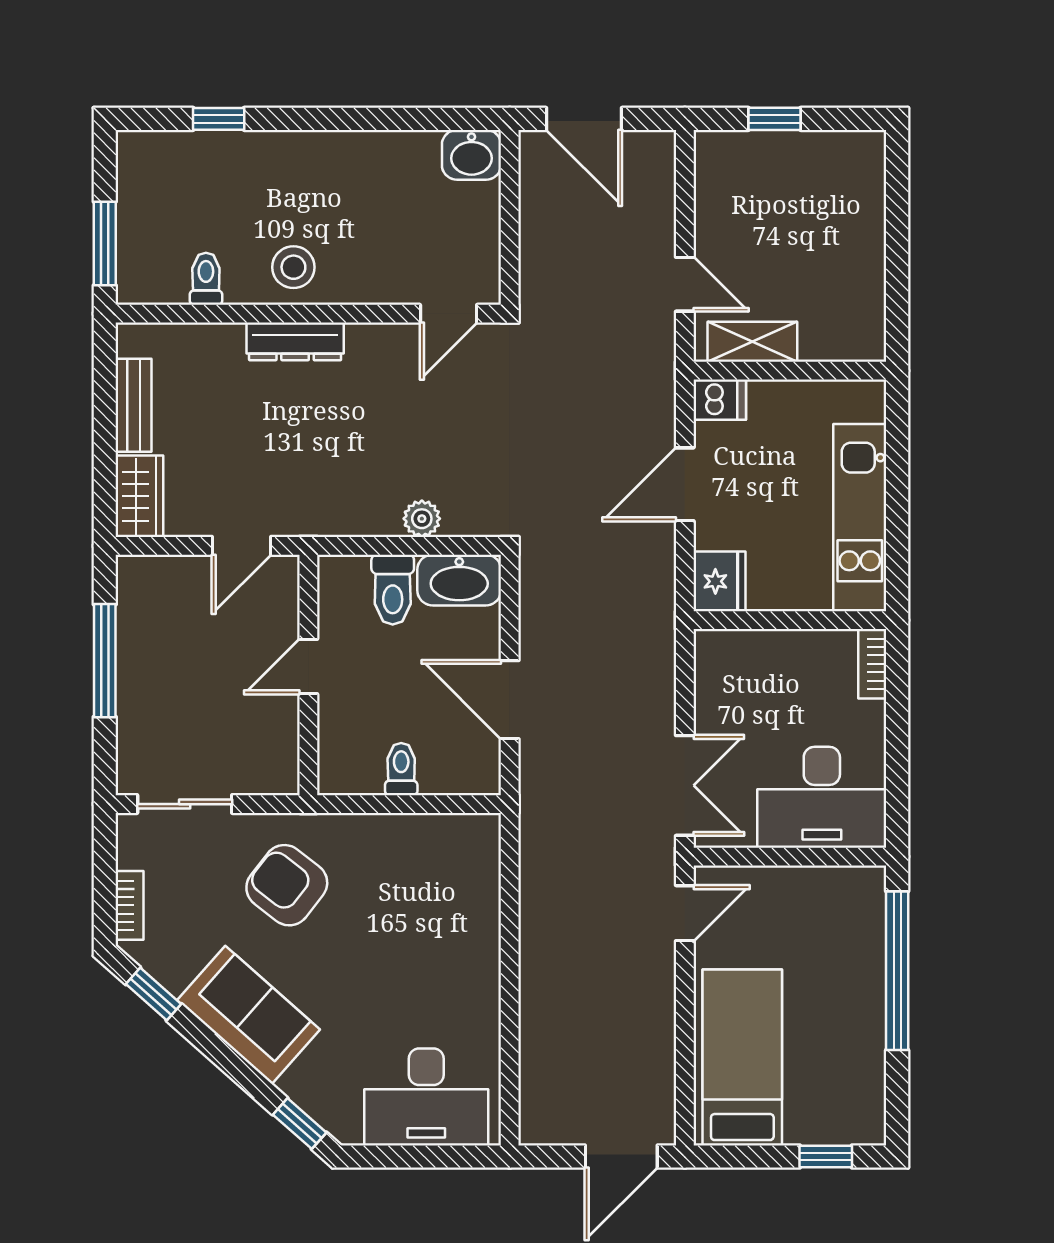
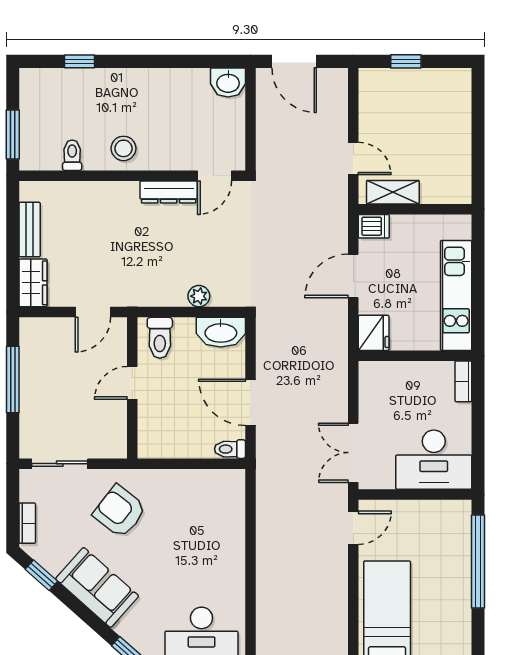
dresser: (295, 341) -> (169, 192), moved
toilet: (393, 590) -> (160, 338), moved
toilet: (401, 769) -> (230, 449), moved, turned -90
double door: (685, 785) -> (353, 453), swing flipped

